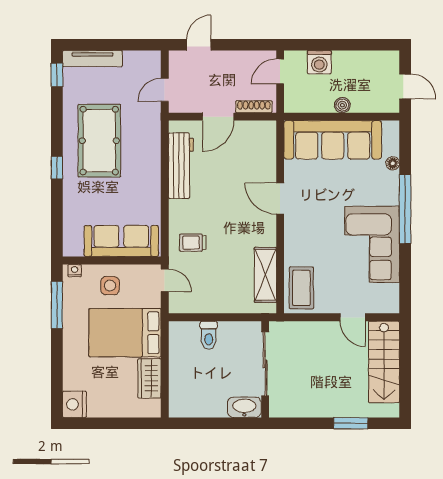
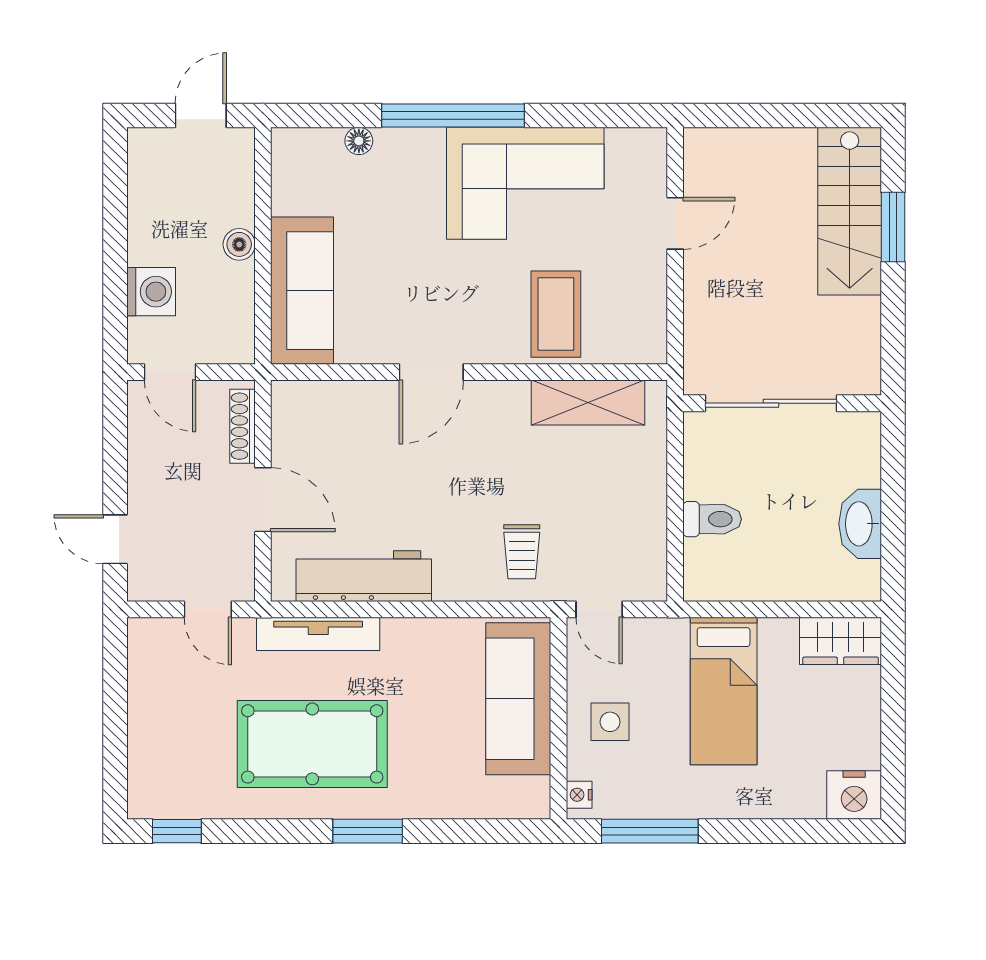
tv unit: (92, 59) -> (318, 634), moved, turned 90
sofa: (333, 140) -> (302, 291), width x0.74, depth x0.79
window: (57, 168) -> (368, 831), width x1.50
door: (165, 280) -> (599, 609), swing flipped
coffee table: (301, 288) -> (556, 314), moved, turned 90
bed: (125, 333) -> (724, 691), width x0.67
stairs: (384, 362) -> (850, 211), moved, turned 90
wardrobe: (149, 378) -> (840, 641), moved
washbasin: (244, 407) -> (860, 524), moved

